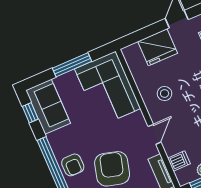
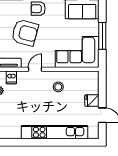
fridge: (158, 47) -> (92, 100), width x0.53, depth x0.75
door: (155, 134) -> (35, 69), swing flipped

